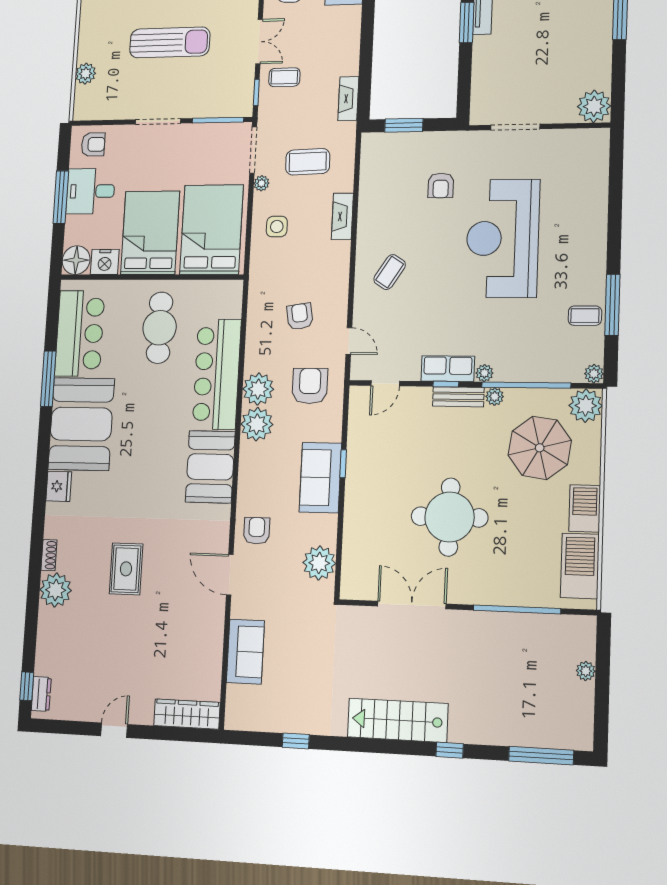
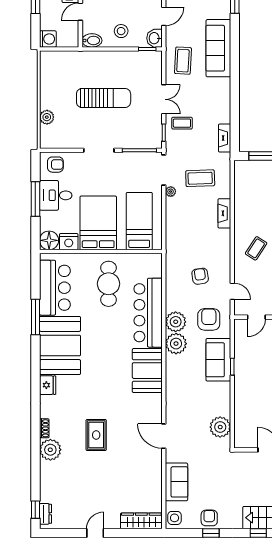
side table: (277, 226) -> (175, 518), moved
bed: (211, 230) -> (139, 221), width x0.67
sofa: (320, 478) -> (218, 360), moved
armchair: (257, 531) -> (209, 518), moved
window: (372, 746) -> (258, 533), added

